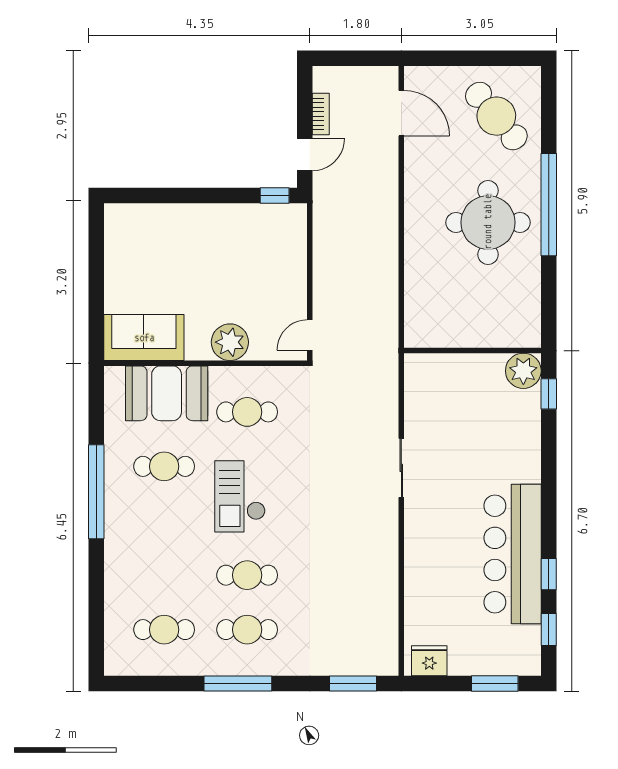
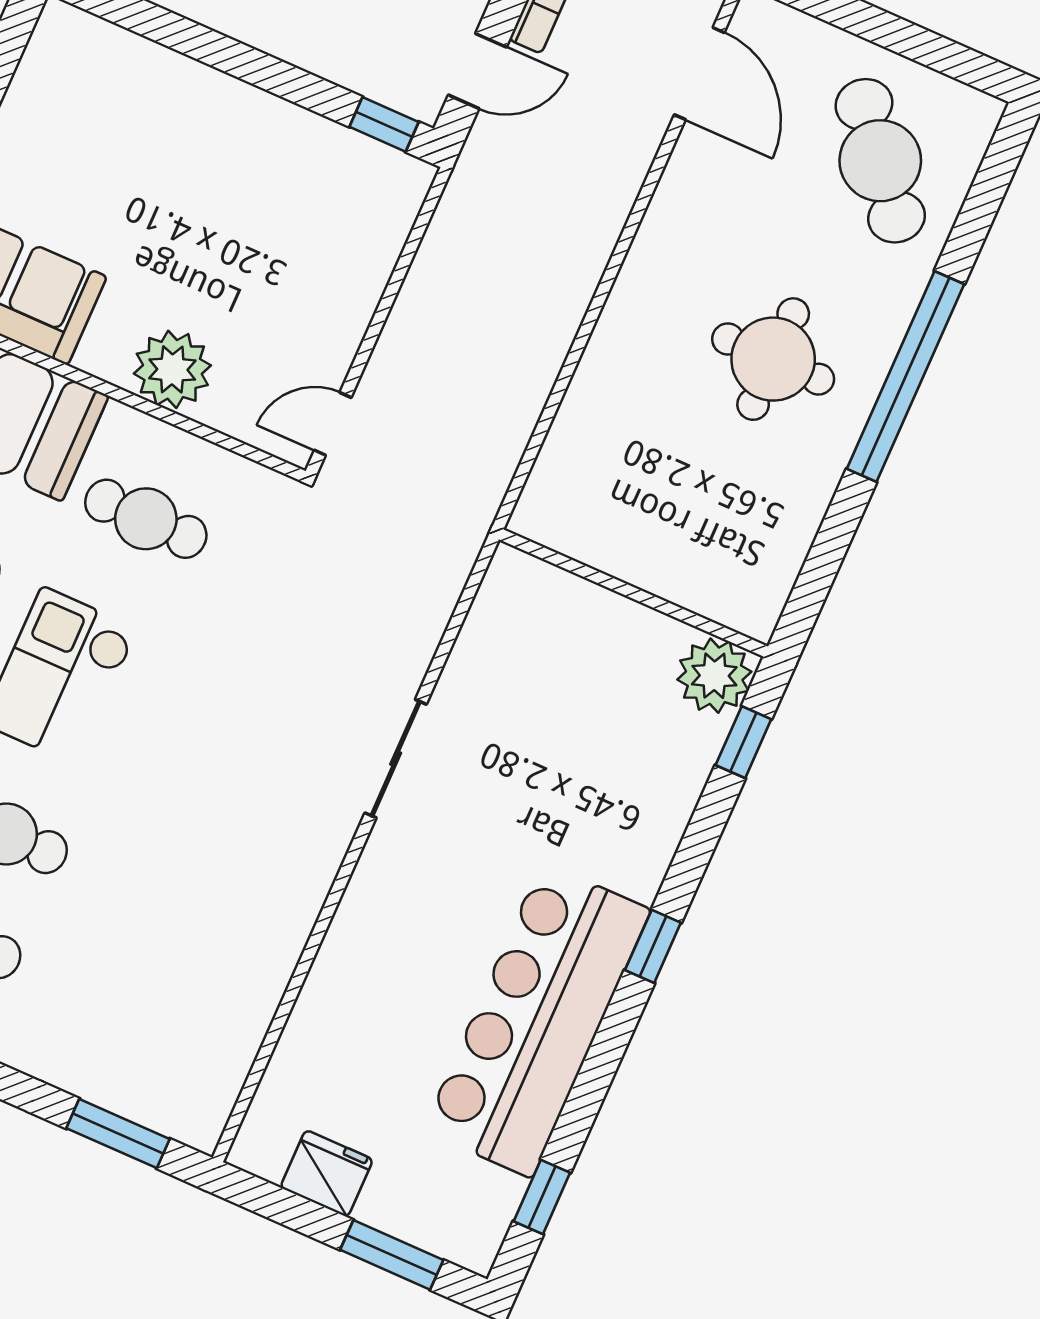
round table: (488, 222) -> (773, 359), width x0.73, depth x0.73
window: (549, 574) -> (653, 946), moved
fridge: (429, 661) -> (327, 1173), moved

